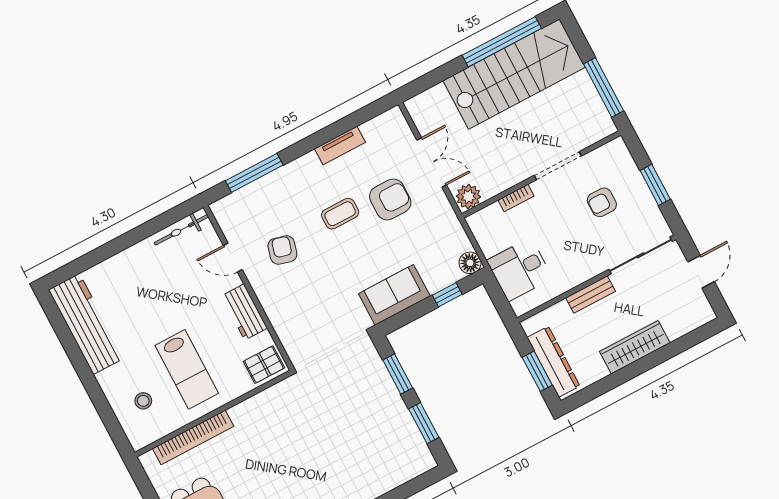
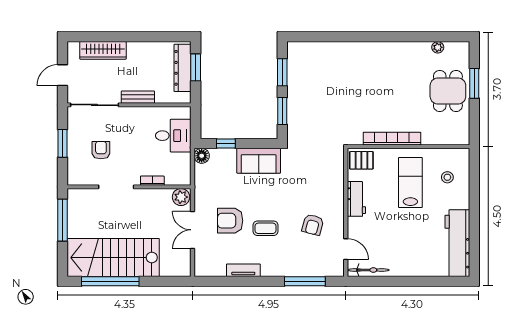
armchair: (602, 202) -> (101, 150), turned -90
door: (233, 258) -> (346, 249), moved
wardrobe: (635, 347) -> (103, 50), moved
bookcase: (193, 437) -> (392, 139), moved

